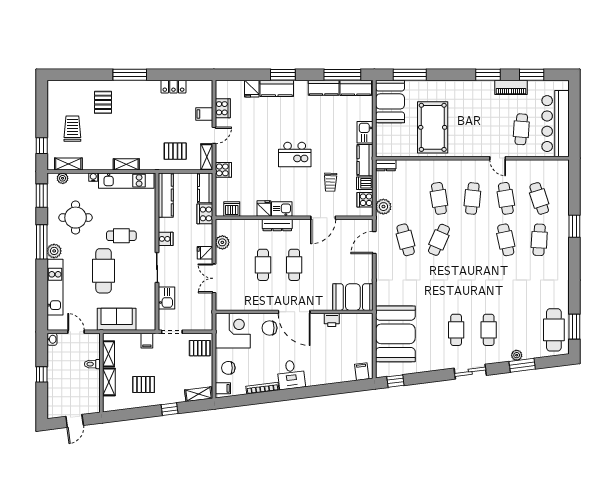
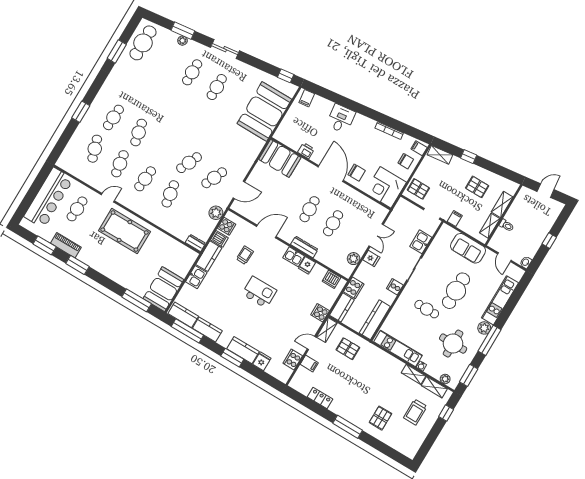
pool table: (433, 127) -> (124, 231), moved, turned 90
door: (498, 158) -> (108, 198), hinge flipped
shelving: (126, 164) -> (414, 374), moved
cafe table: (406, 240) -> (214, 178), turned 39
window: (574, 327) -> (117, 51), moved
desk: (291, 375) -> (341, 119), moved

